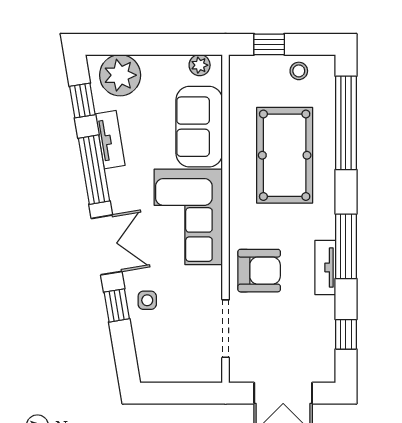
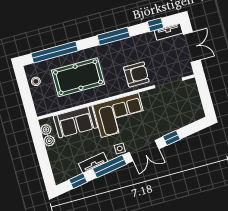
window: (269, 44) -> (27, 99), removed
plant: (120, 75) -> (49, 141), moved, width x0.53, depth x0.53
double door: (107, 245) -> (144, 151), swing flipped
tv unit: (325, 267) -> (168, 32), moved
armchair: (259, 271) -> (136, 74), turned 90
side table: (147, 300) -> (120, 149), moved

